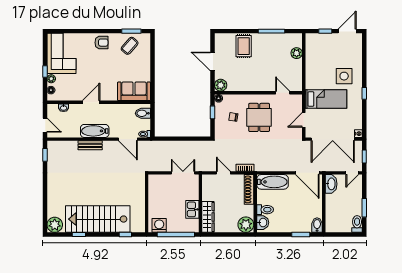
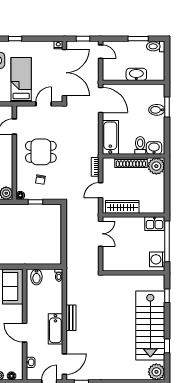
door: (304, 120) -> (44, 104), swing flipped
door: (128, 139) -> (64, 364), moved
bench: (90, 145) -> (71, 318), moved
double door: (183, 173) -> (101, 234), swing flipped
door: (307, 173) -> (101, 100), hinge flipped
washbasin: (331, 184) -> (136, 74), moved
shoe rack: (249, 189) -> (131, 163), moved
kitchen sink: (192, 209) -> (154, 224), moved
wardrobe: (208, 217) -> (122, 207), moved
bidet: (317, 225) -> (157, 110), moved

